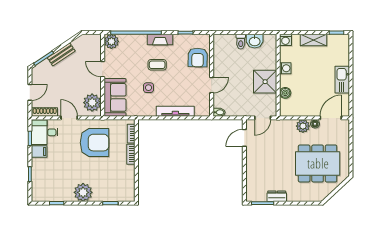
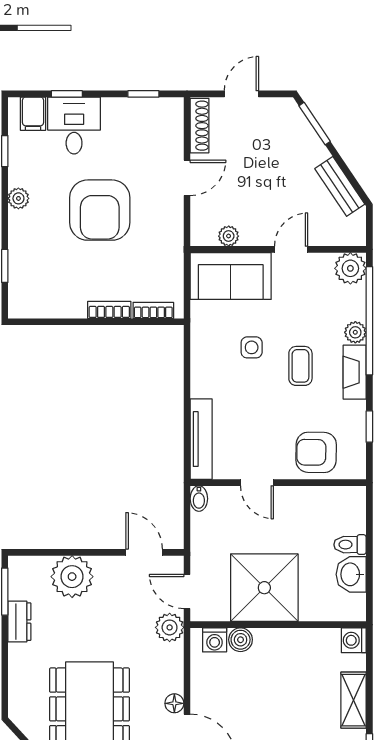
plant: (141, 39) -> (355, 332), added
bench: (61, 54) -> (340, 186), moved
washing machine: (285, 68) -> (215, 640), moved
shower: (265, 82) -> (264, 588), width x1.37, depth x1.37
door: (30, 92) -> (241, 94), swing flipped
plant: (92, 103) -> (229, 236), width x0.53, depth x0.53
tv unit: (175, 111) -> (201, 439), moved
plant: (303, 126) -> (170, 627), moved
desk: (45, 132) -> (74, 126), moved
armchair: (94, 143) -> (100, 210), moved
filing cabinet: (39, 152) -> (33, 114), moved
plant: (256, 172) -> (72, 577), added
plant: (83, 192) -> (18, 198), width x0.53, depth x0.53

